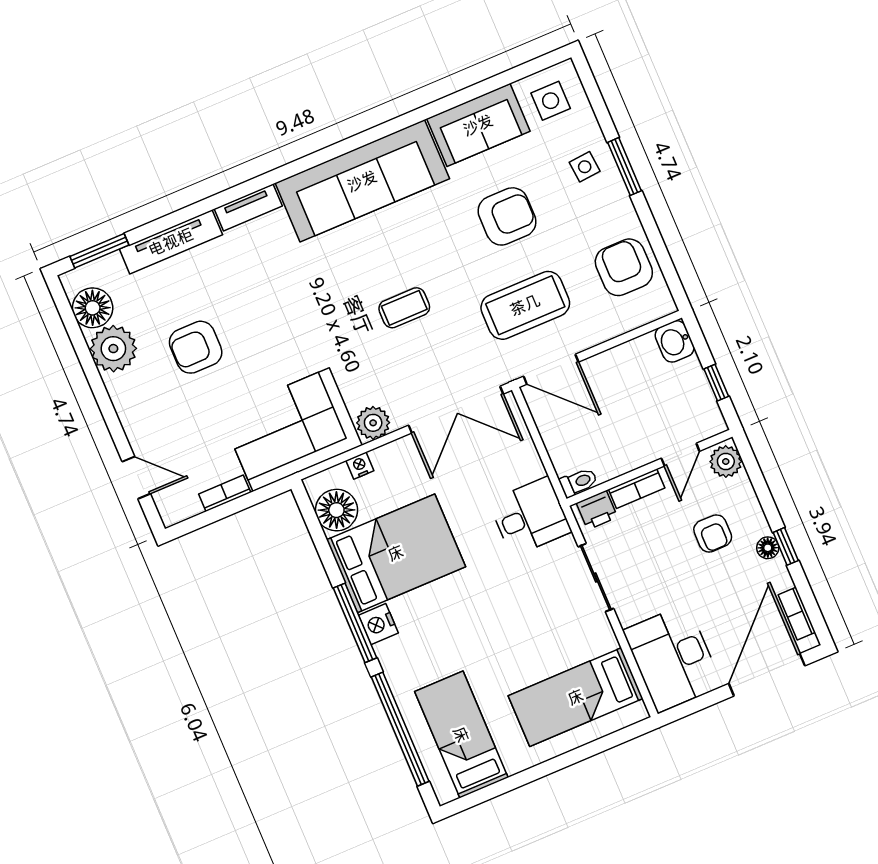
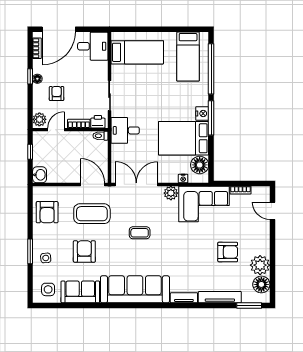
armchair: (507, 216) -> (84, 251), turned 90
desk: (673, 658) -> (93, 46), width x0.73

